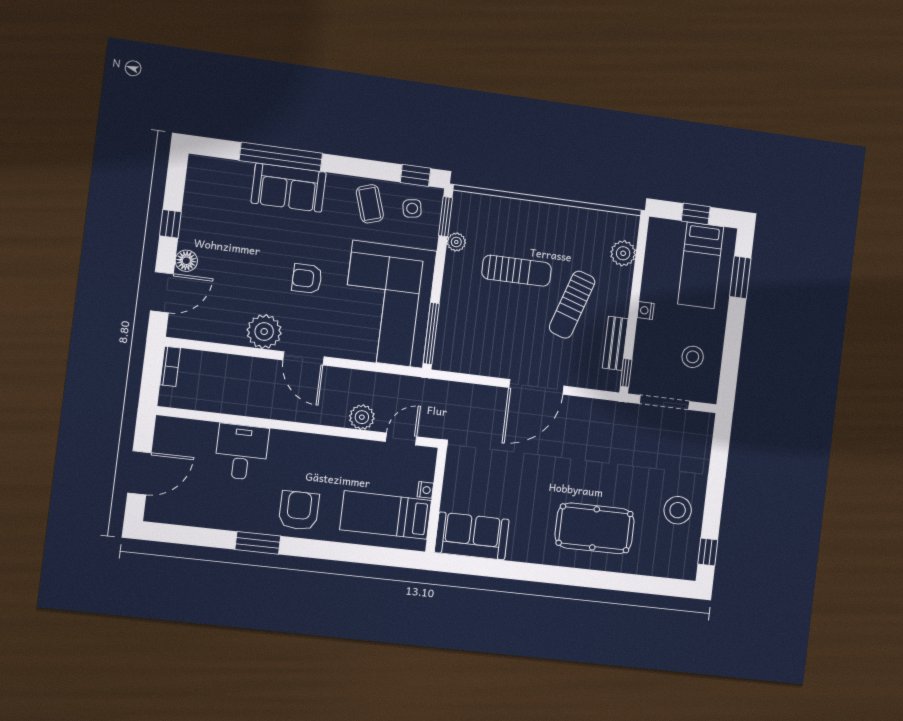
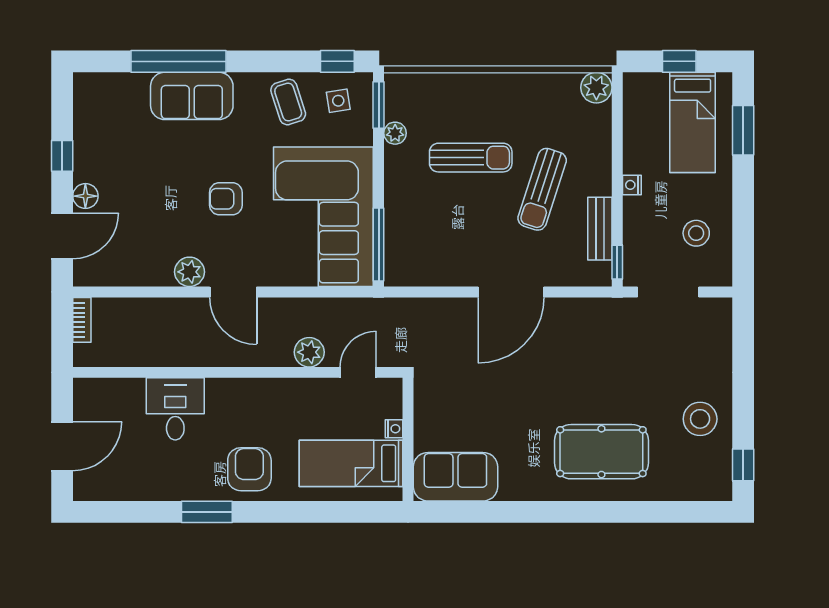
plant: (623, 253) -> (596, 88), moved
plant: (264, 332) -> (189, 272), width x0.73, depth x0.73

